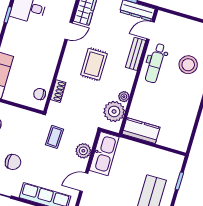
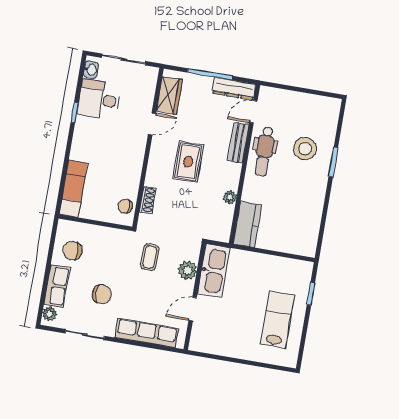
plant: (114, 111) -> (220, 217), removed
kitchen counter: (141, 131) -> (247, 225), moved, turned 90

